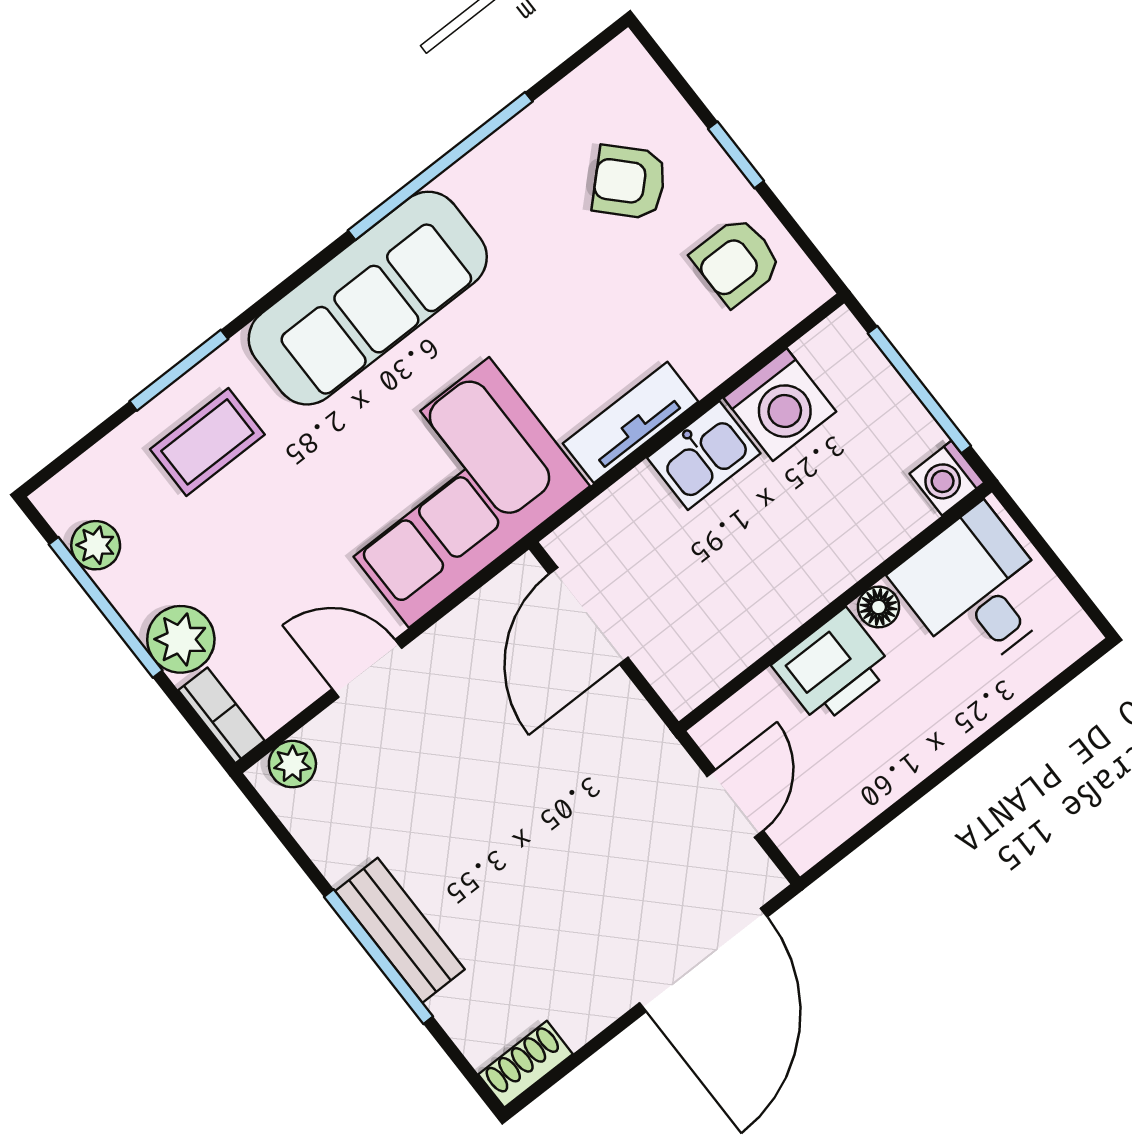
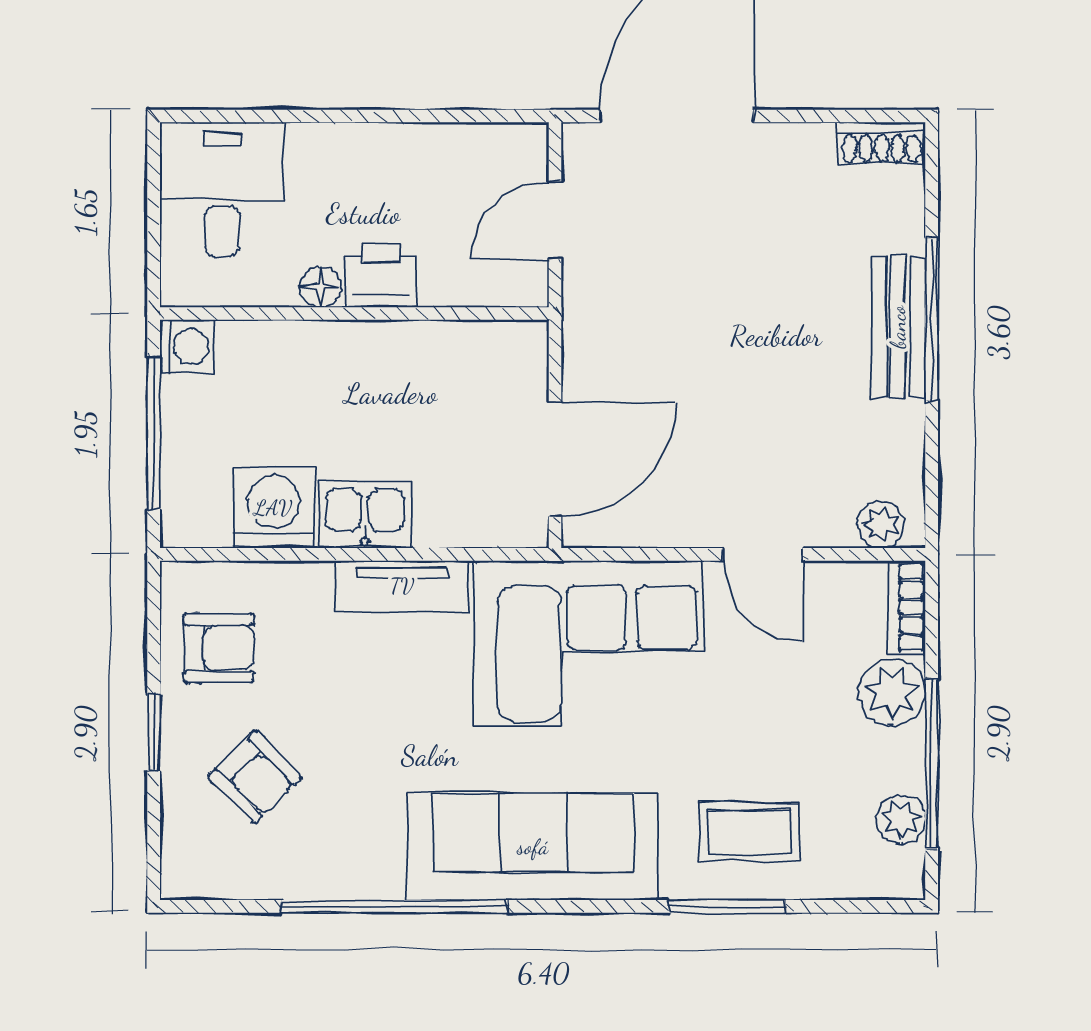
desk: (976, 590) -> (222, 189), moved, turned 180
printer: (833, 667) -> (381, 275), width x0.73, depth x0.81

